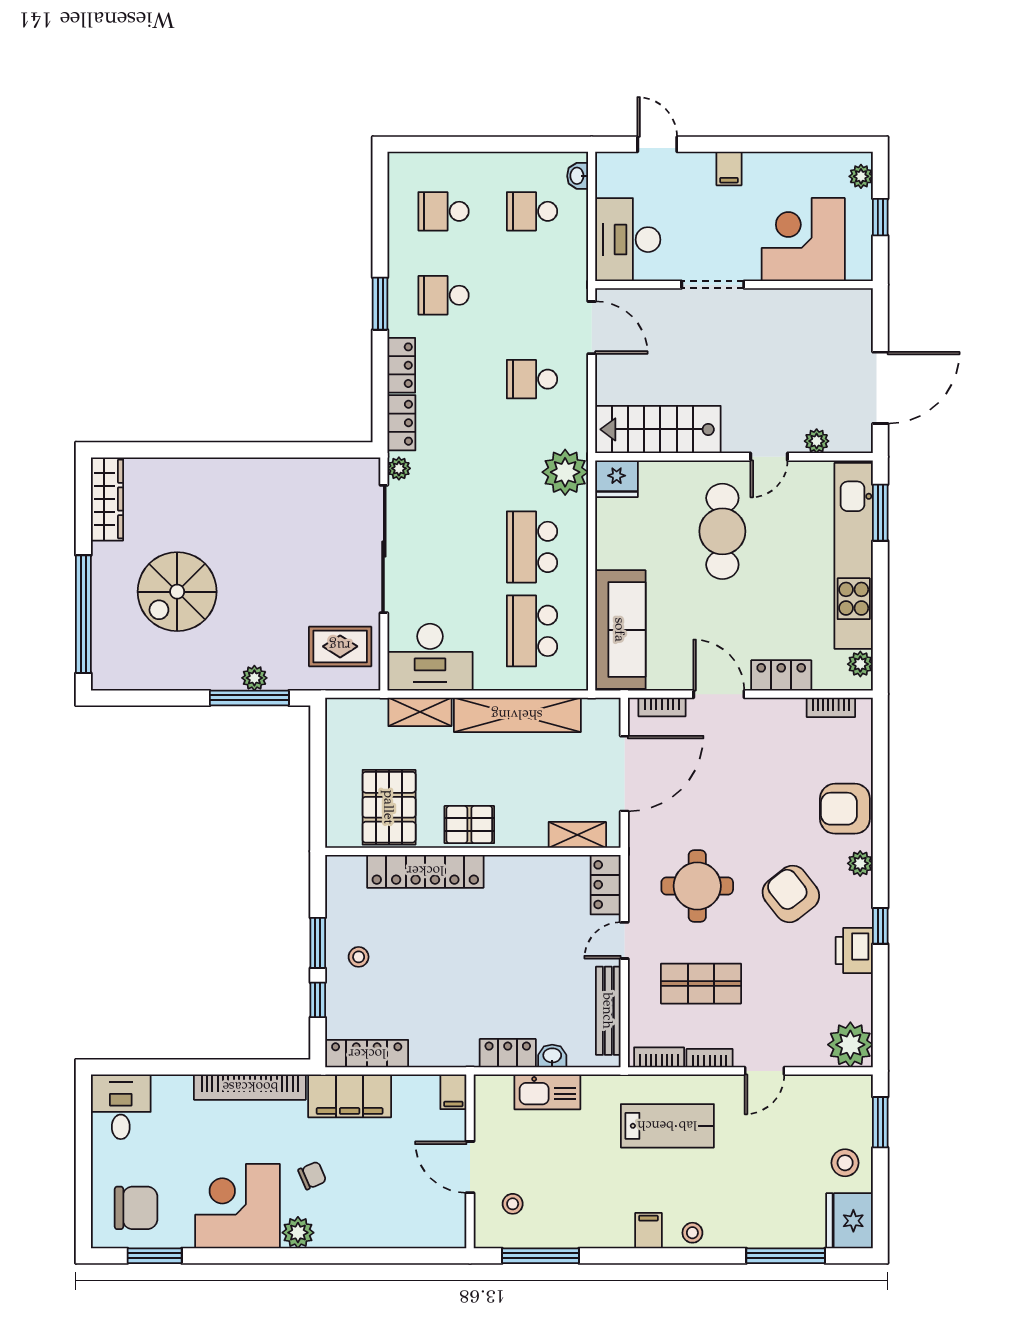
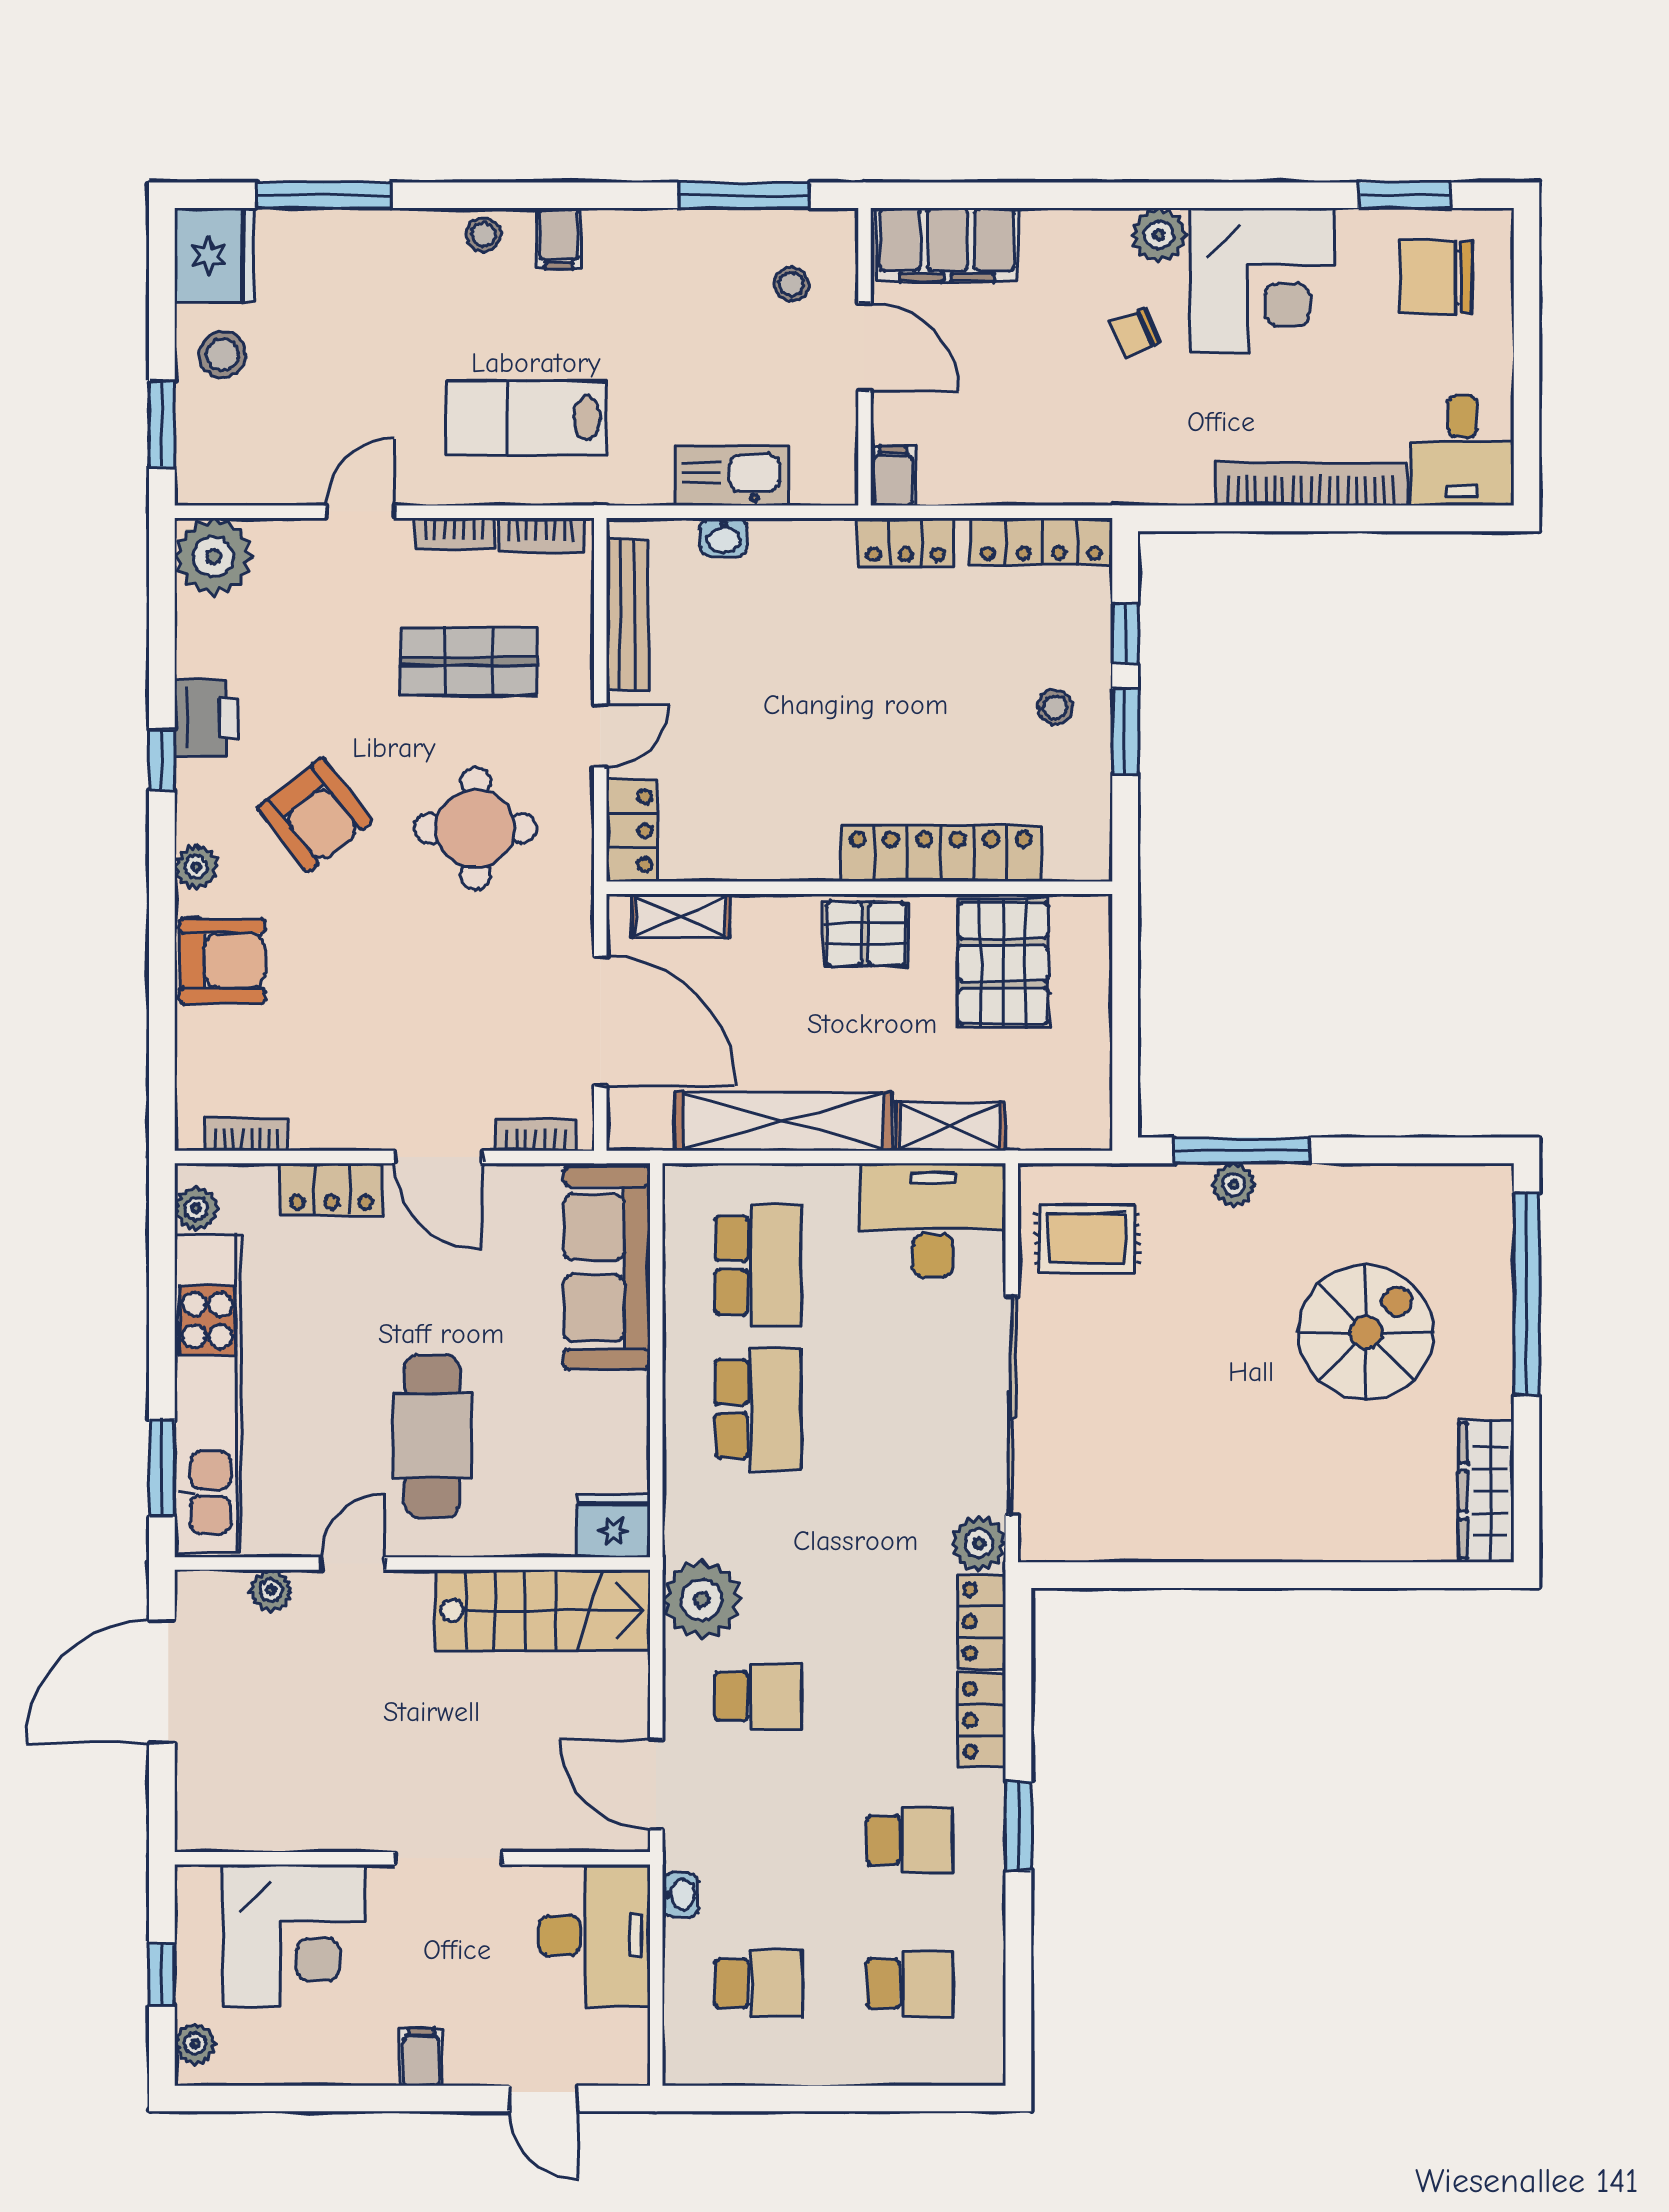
washbasin: (578, 176) -> (680, 1895), moved
plant: (399, 468) -> (979, 1543), width x1.38, depth x1.38
plant: (565, 472) -> (702, 1600), moved
door: (624, 774) -> (600, 1021), swing flipped
locker: (508, 1053) -> (906, 542), moved
bookcase: (250, 1087) -> (1311, 484), moved
filing cabinet: (350, 1096) -> (947, 245), moved, turned 180

